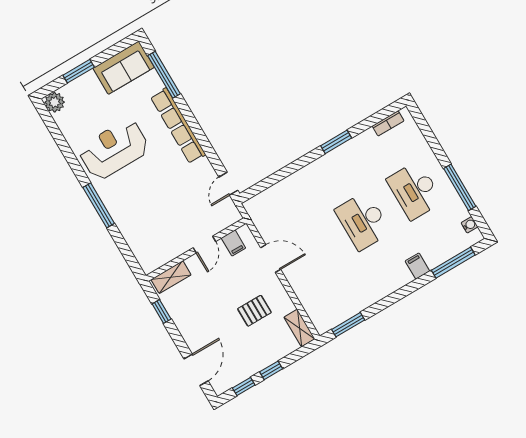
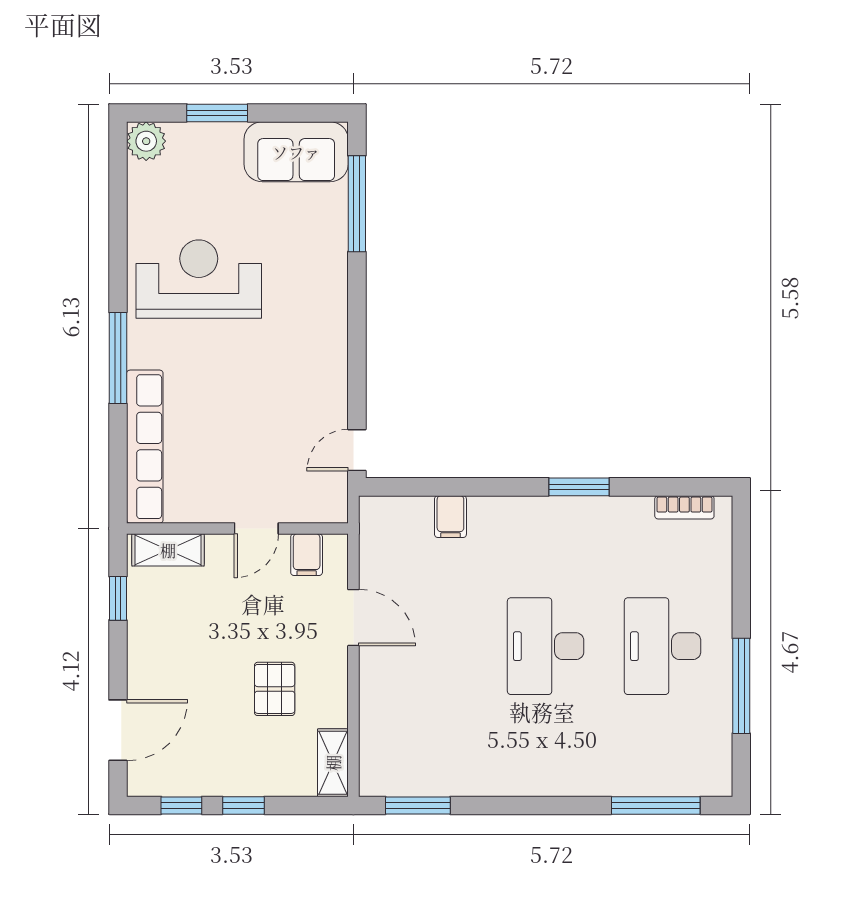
row of seats: (178, 126) -> (145, 447), moved, turned 180
water cooler: (469, 225) -> (720, 758), removed
filing cabinet: (417, 266) -> (450, 517), moved, turned 180
pallet: (254, 311) -> (275, 689), turned 90

